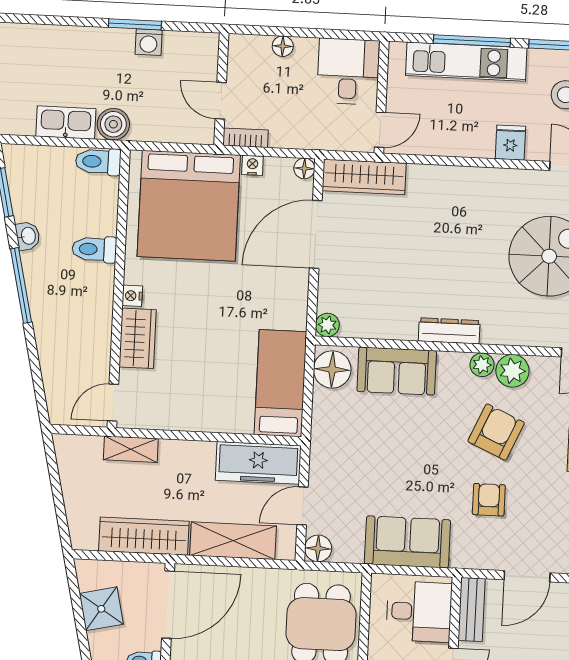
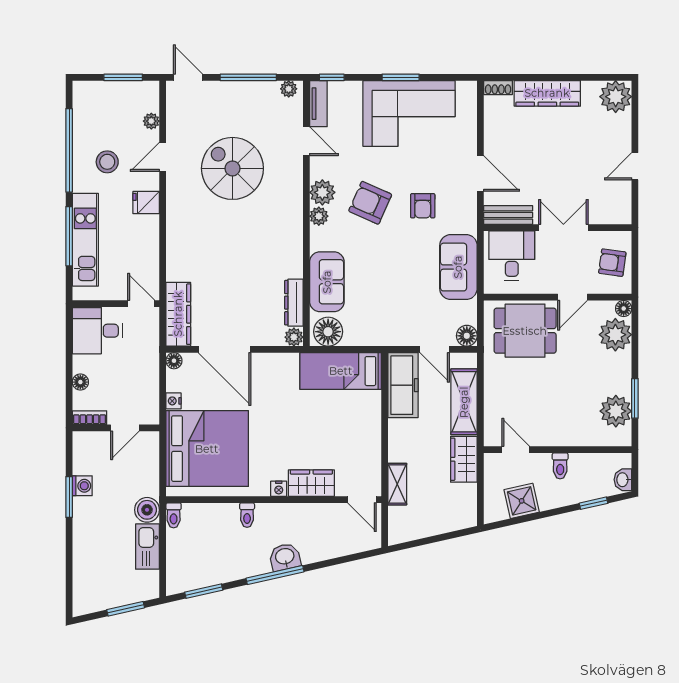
bookcase: (245, 138) -> (90, 418), moved, turned 90
toilet: (98, 162) -> (174, 515), width x0.73, depth x0.72
washbasin: (28, 236) -> (285, 557), moved, width x1.38, depth x1.45
toilet: (94, 249) -> (247, 515), width x0.73, depth x0.72
dresser: (449, 331) -> (294, 303), moved
armchair: (489, 500) -> (423, 206), turned -90
wardrobe: (144, 536) -> (464, 459), width x0.67
door: (168, 605) -> (516, 450), width x0.53

